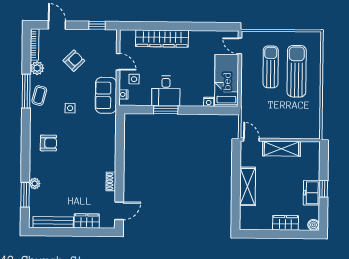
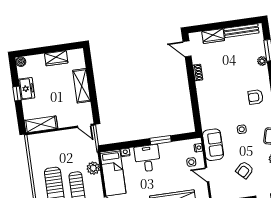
plant: (248, 89) -> (93, 168), added
desk: (166, 91) -> (147, 158), moved
shelving: (281, 149) -> (41, 124), moved
door: (119, 211) -> (187, 49), hinge flipped
wardrobe: (285, 223) -> (56, 58), moved

